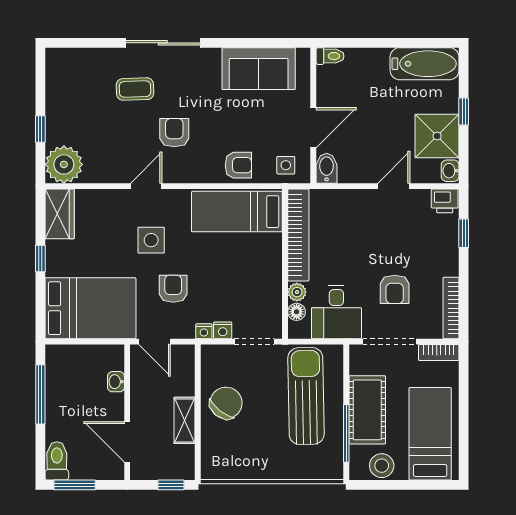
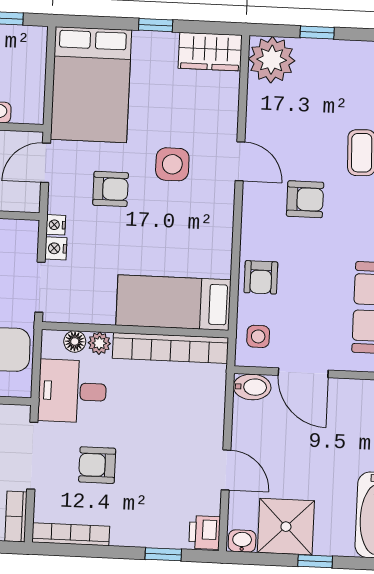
bed: (237, 212) -> (173, 303), moved, turned -90

